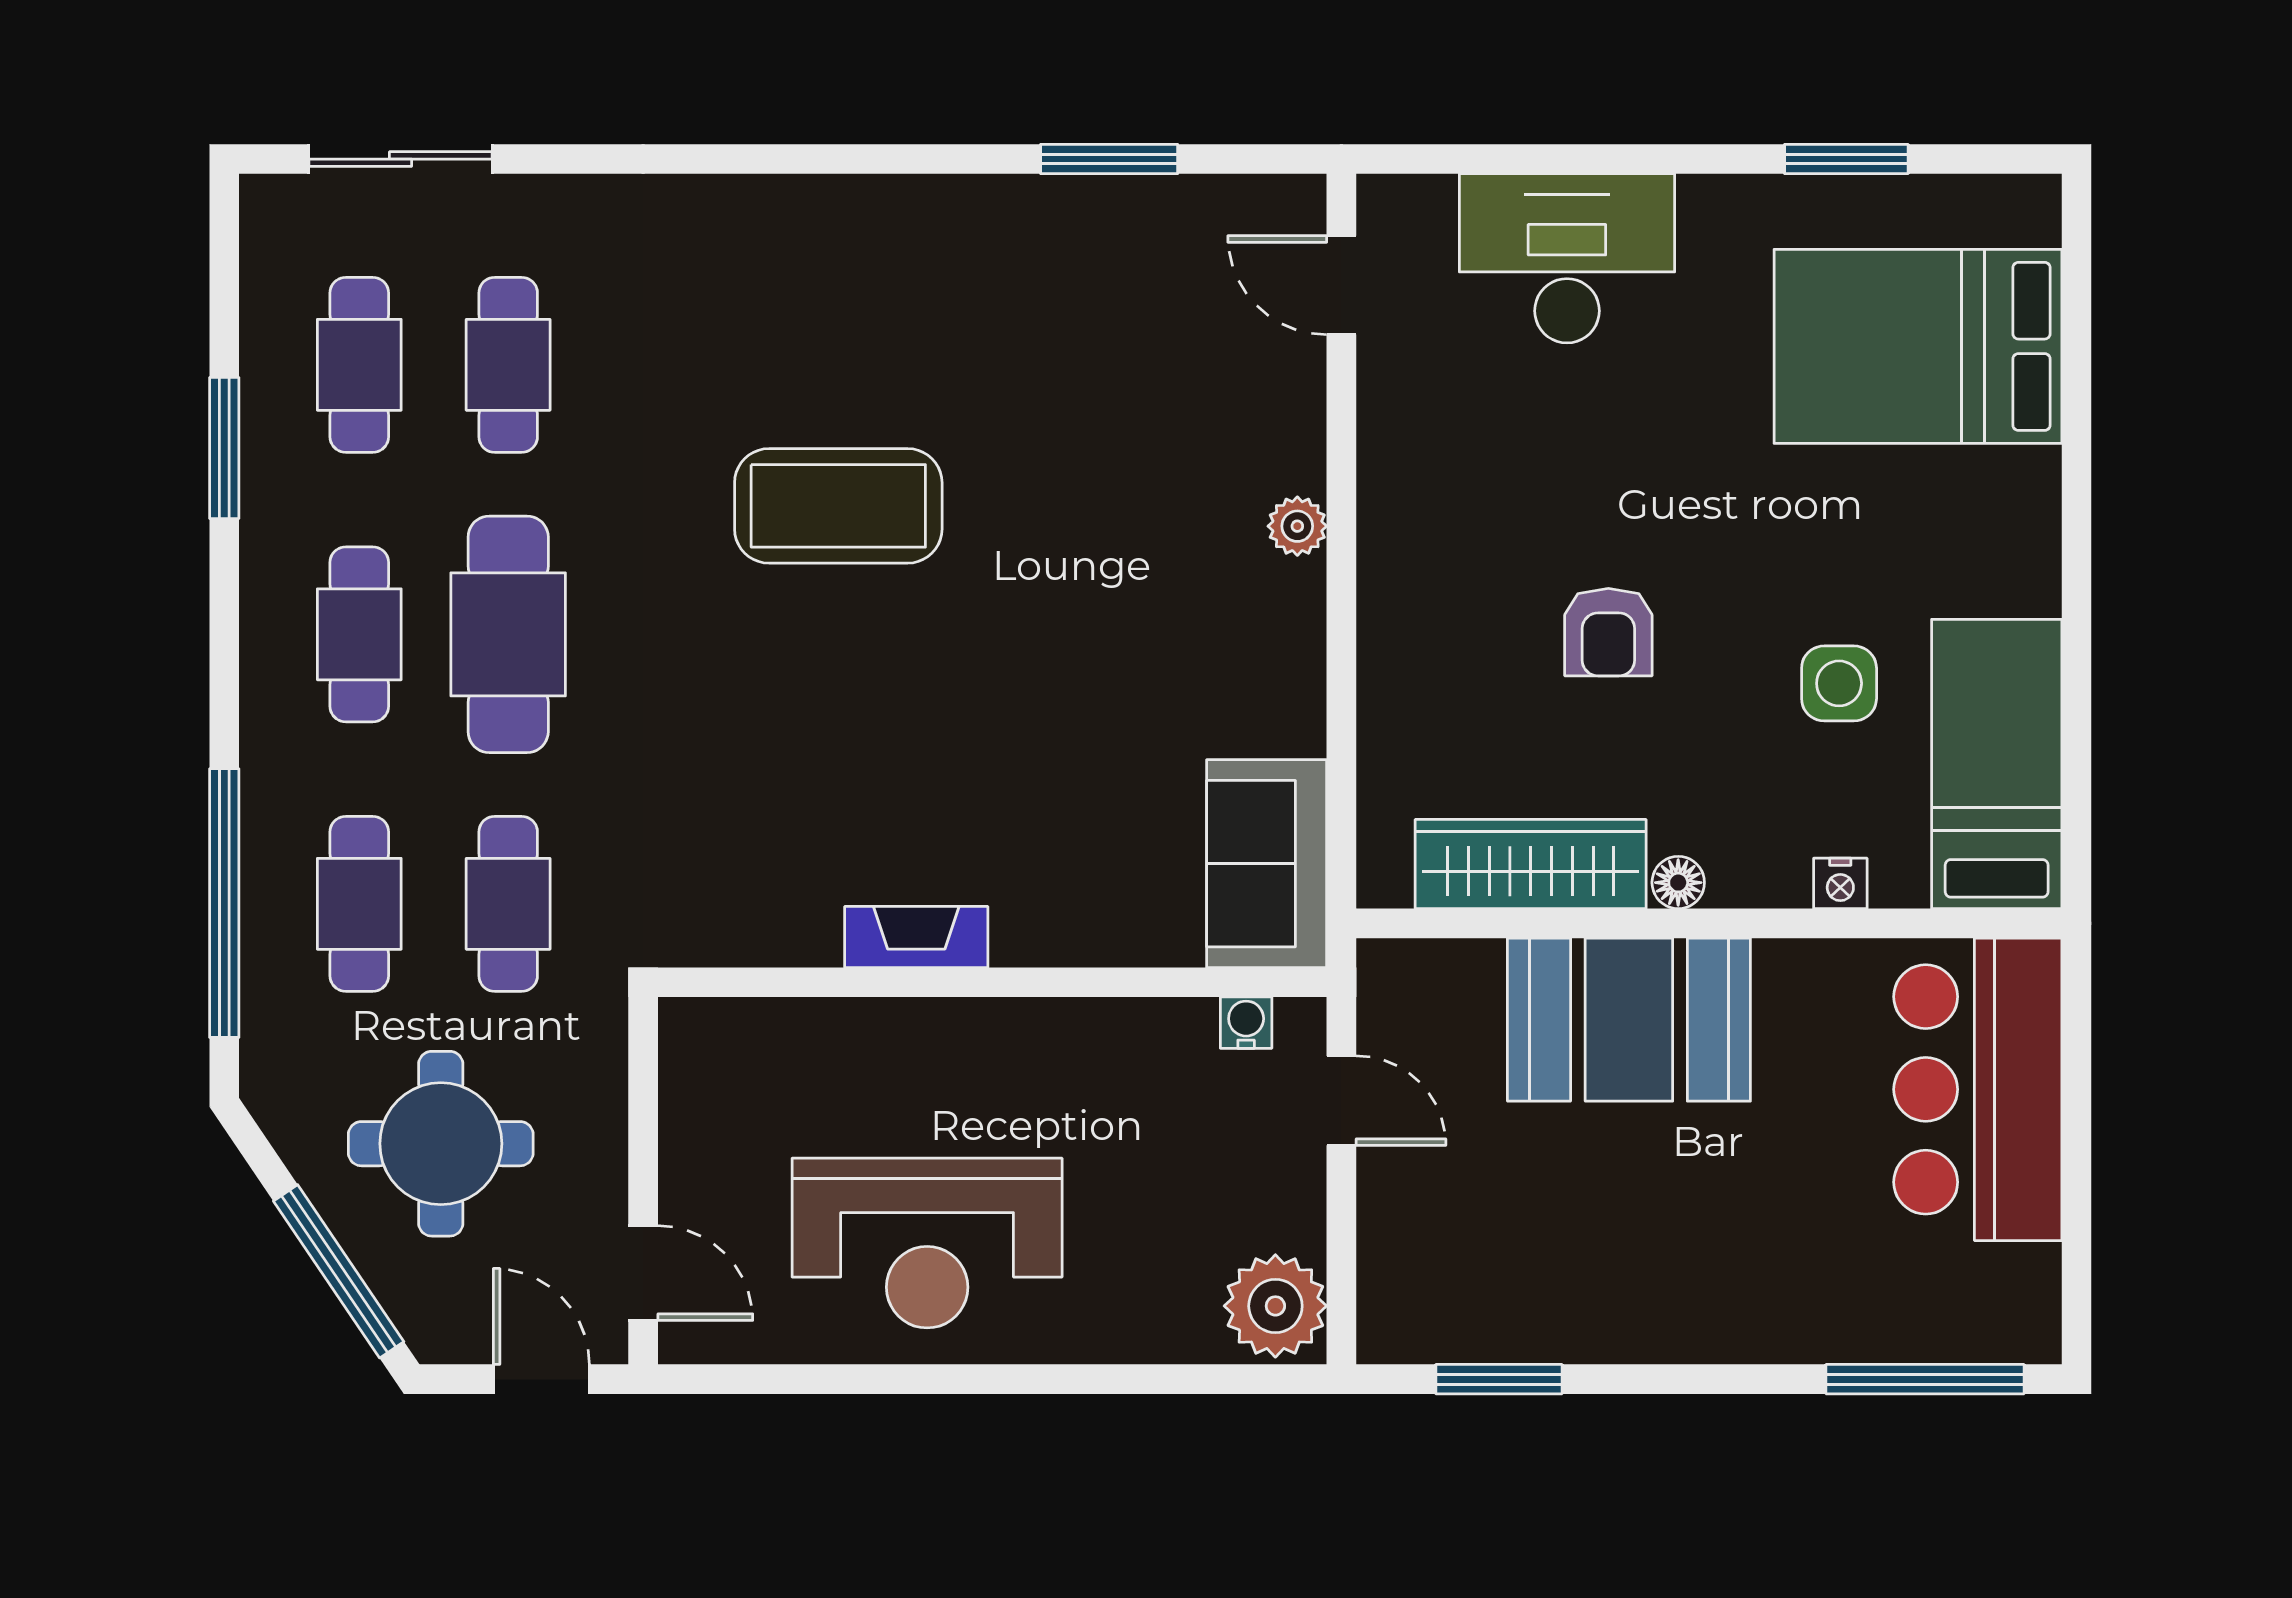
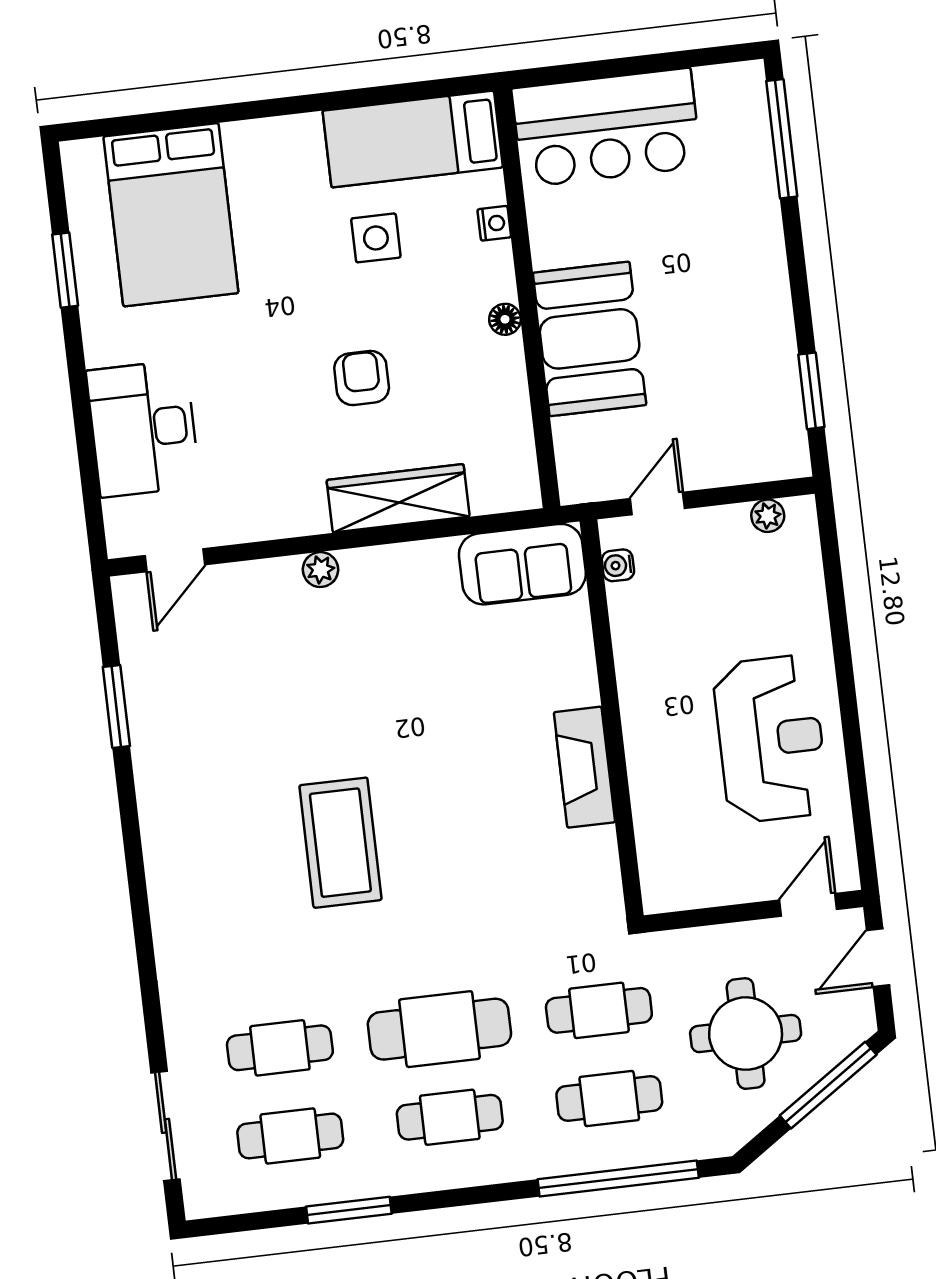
armchair: (1608, 632) -> (362, 378), turned -90
wardrobe: (1531, 864) -> (398, 498), moved, turned 90
fireplace: (916, 937) -> (584, 767), width x1.37, depth x1.32
plant: (1275, 1306) -> (768, 516), width x0.53, depth x0.53

